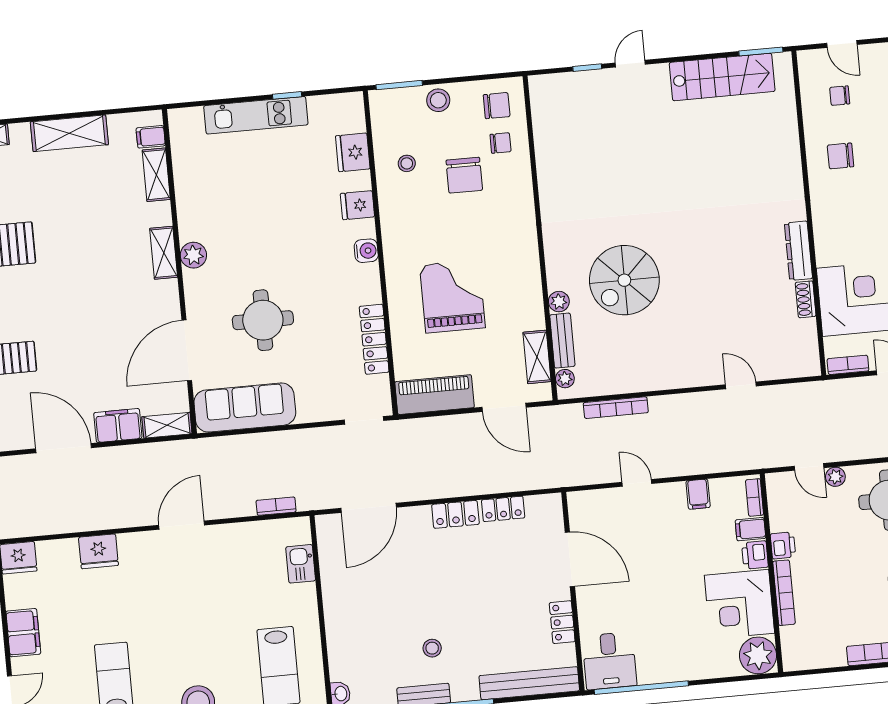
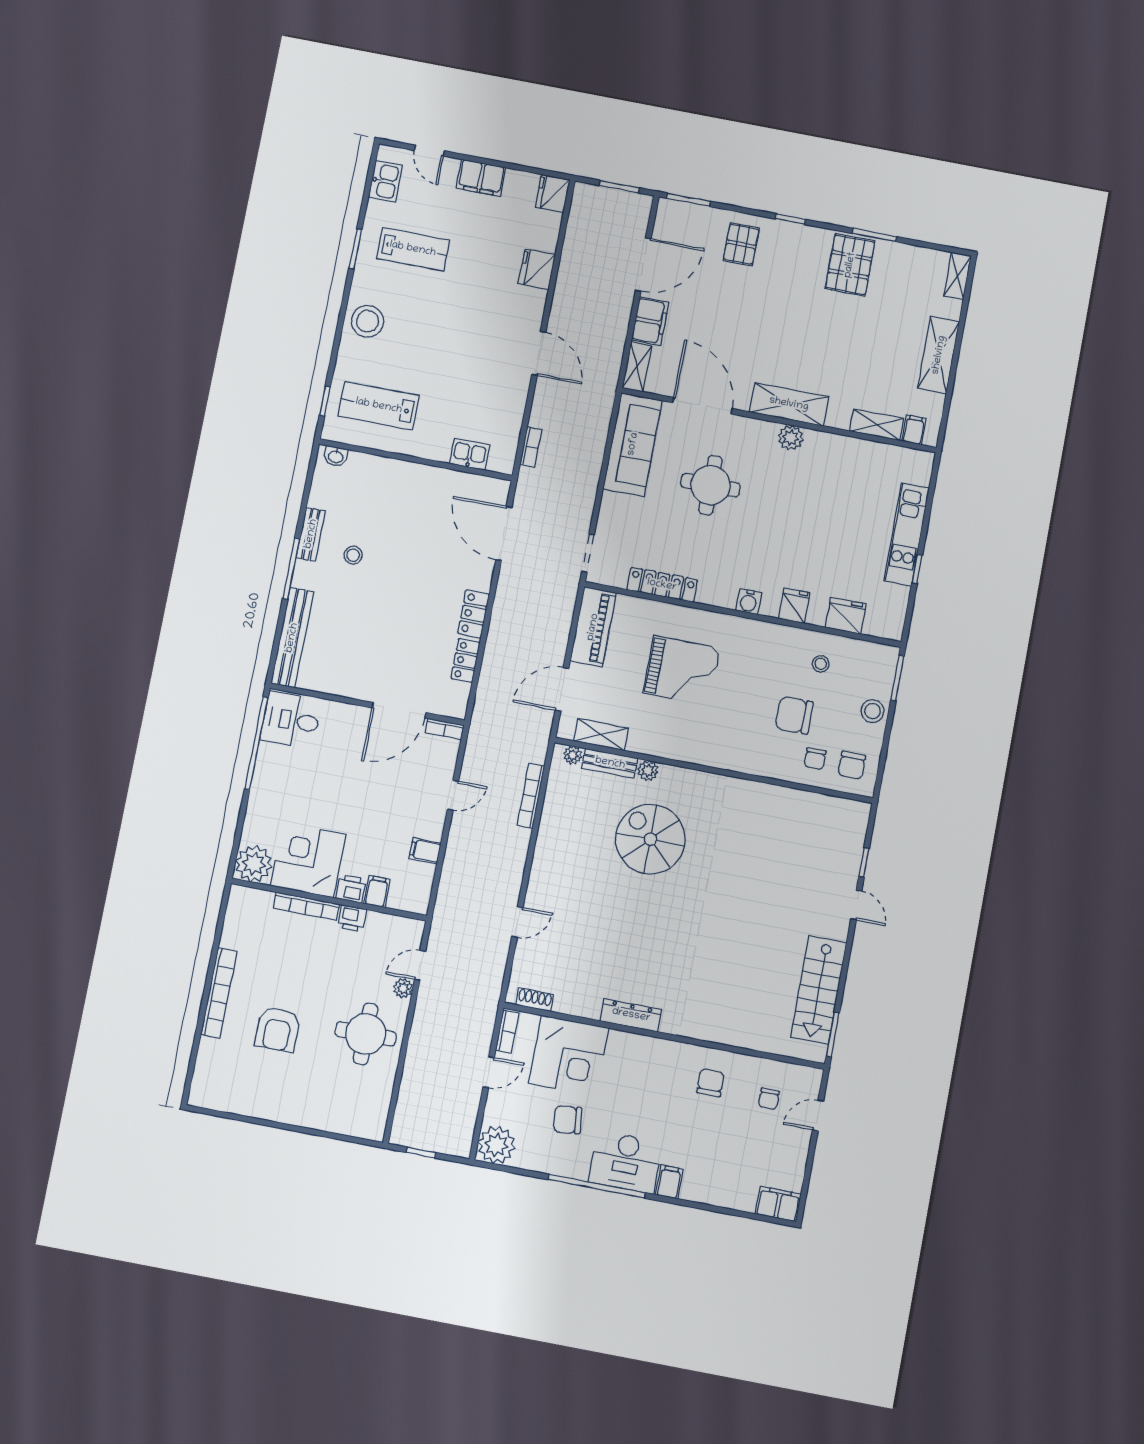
chair: (840, 96) -> (769, 1099), turned 180
shelving: (164, 253) -> (789, 404), width x1.50, depth x1.33
shoe rack: (806, 299) -> (535, 1000), moved
bookcase: (755, 497) -> (445, 729), moved, turned 180
locker: (562, 622) -> (341, 686), removed

